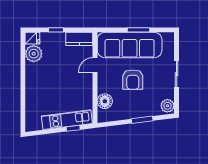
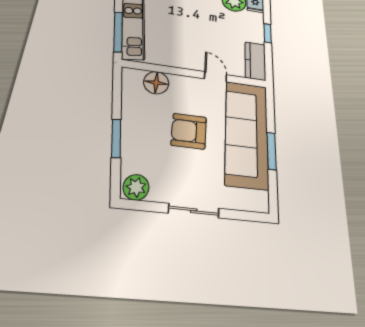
window: (73, 128) -> (118, 32), width x2.17

